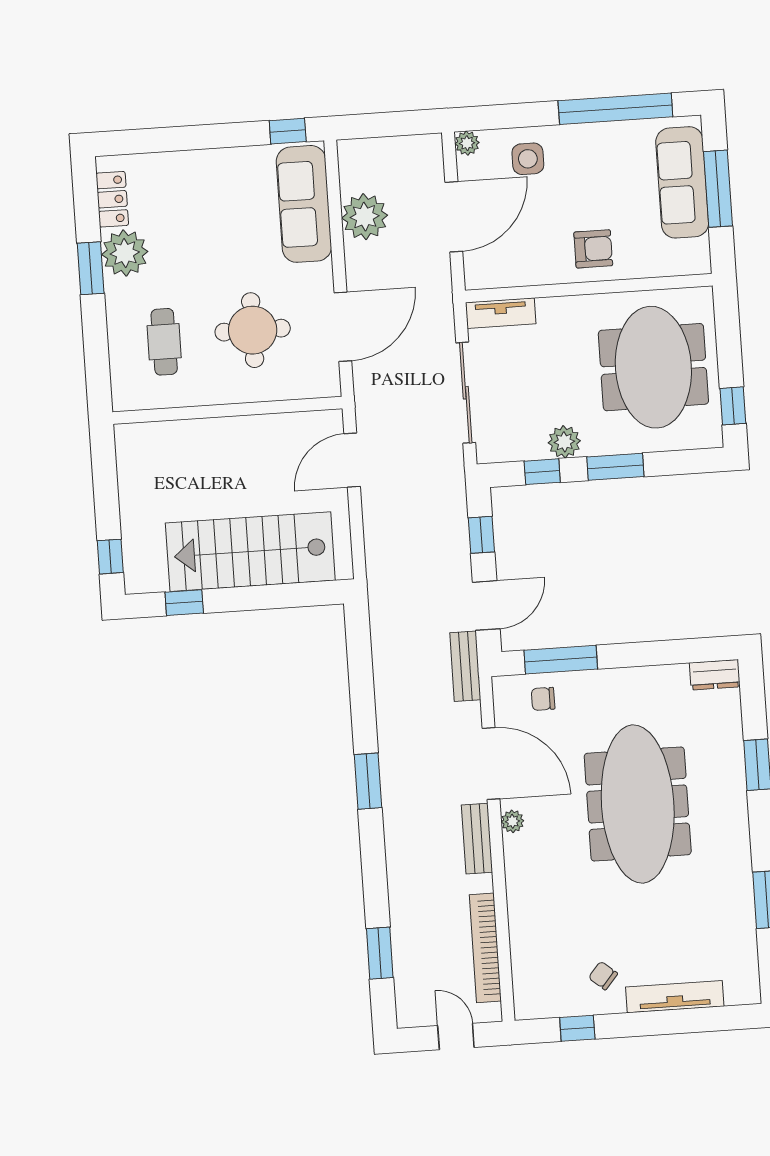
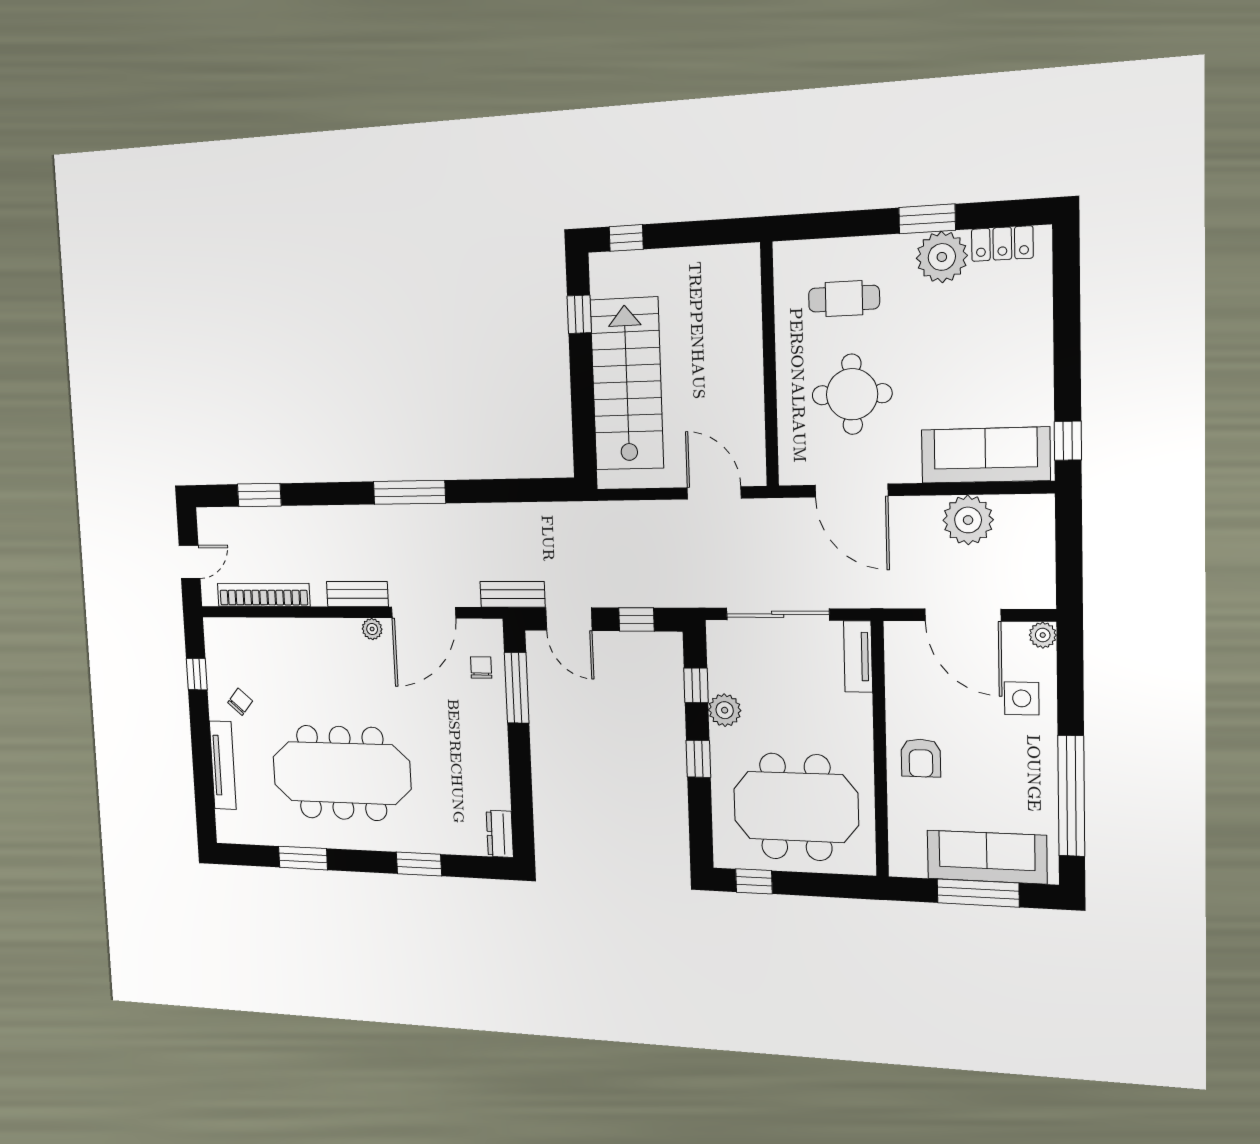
window: (615, 467) -> (698, 759), width x0.67
window: (368, 781) -> (409, 492), width x1.44
meeting table: (638, 804) -> (341, 773), moved

